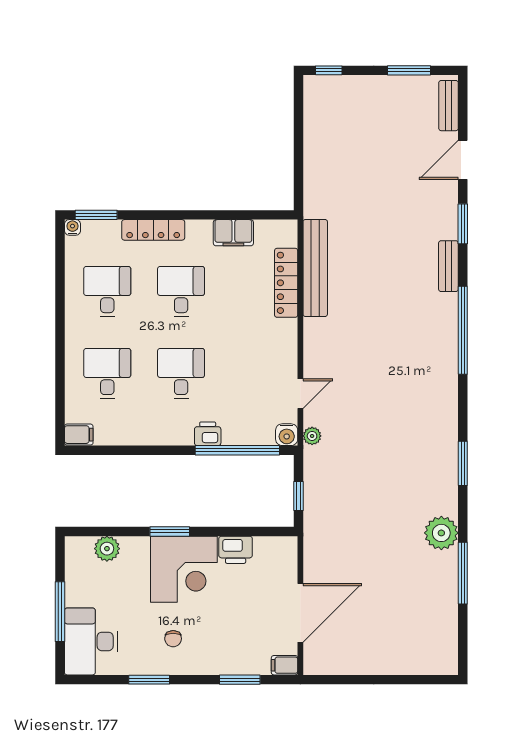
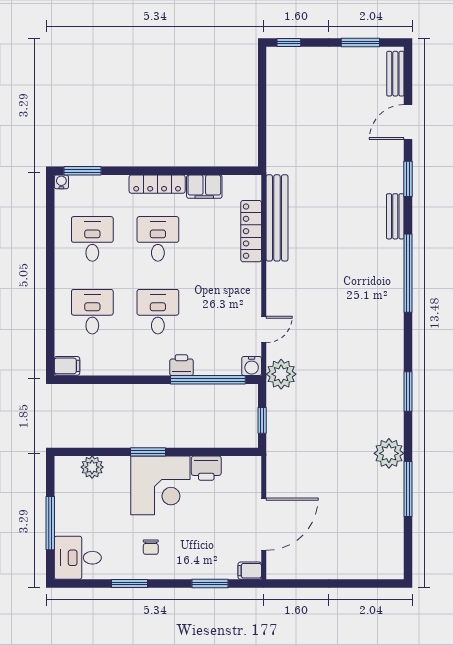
locker: (153, 230) -> (157, 184), moved
plant: (312, 436) -> (281, 374), width x1.87, depth x1.87
desk: (91, 641) -> (78, 558), width x0.73

